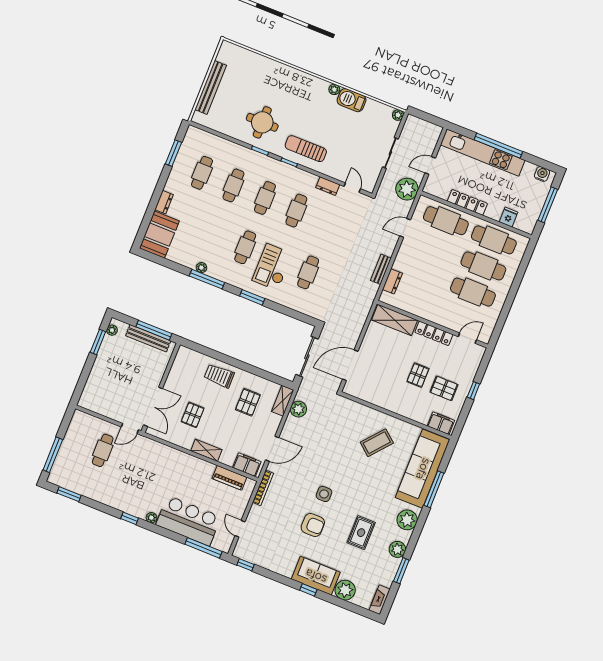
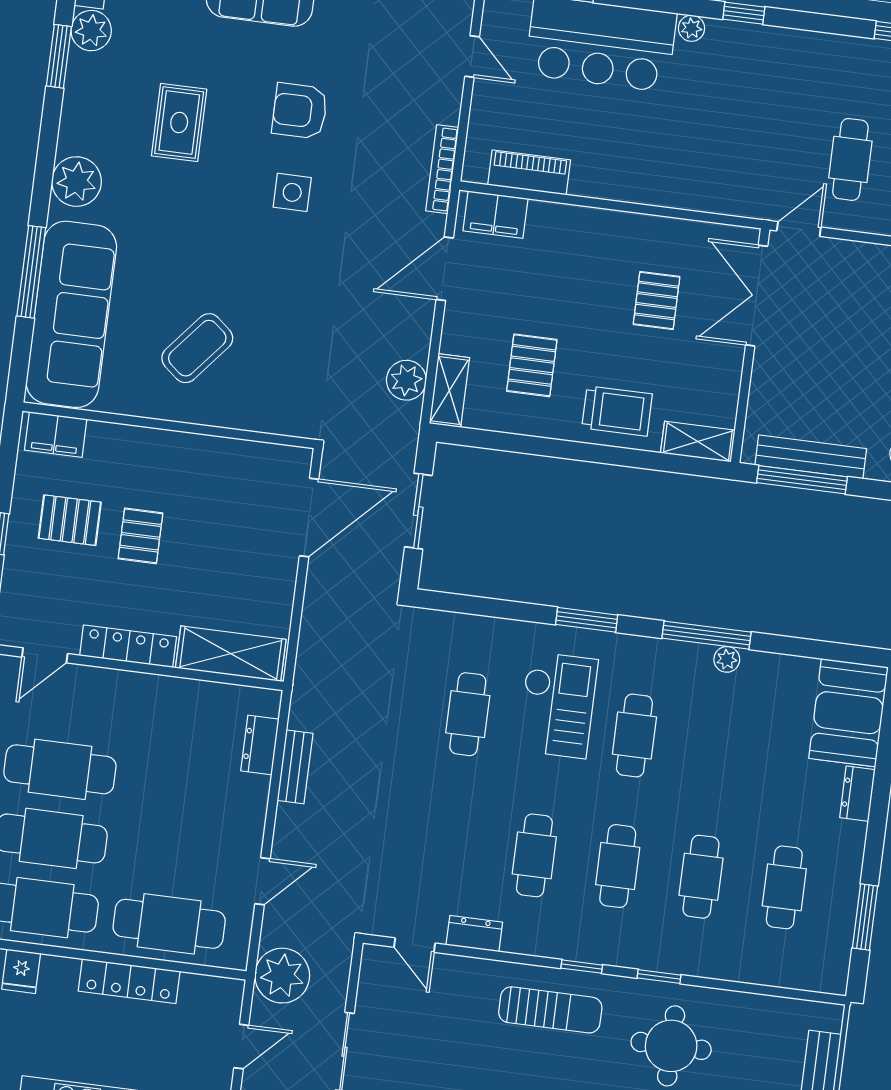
sliding door: (307, 357) -> (418, 511), width x0.73
shelving: (206, 450) -> (698, 442), moved
plant: (397, 549) -> (91, 31), moved

